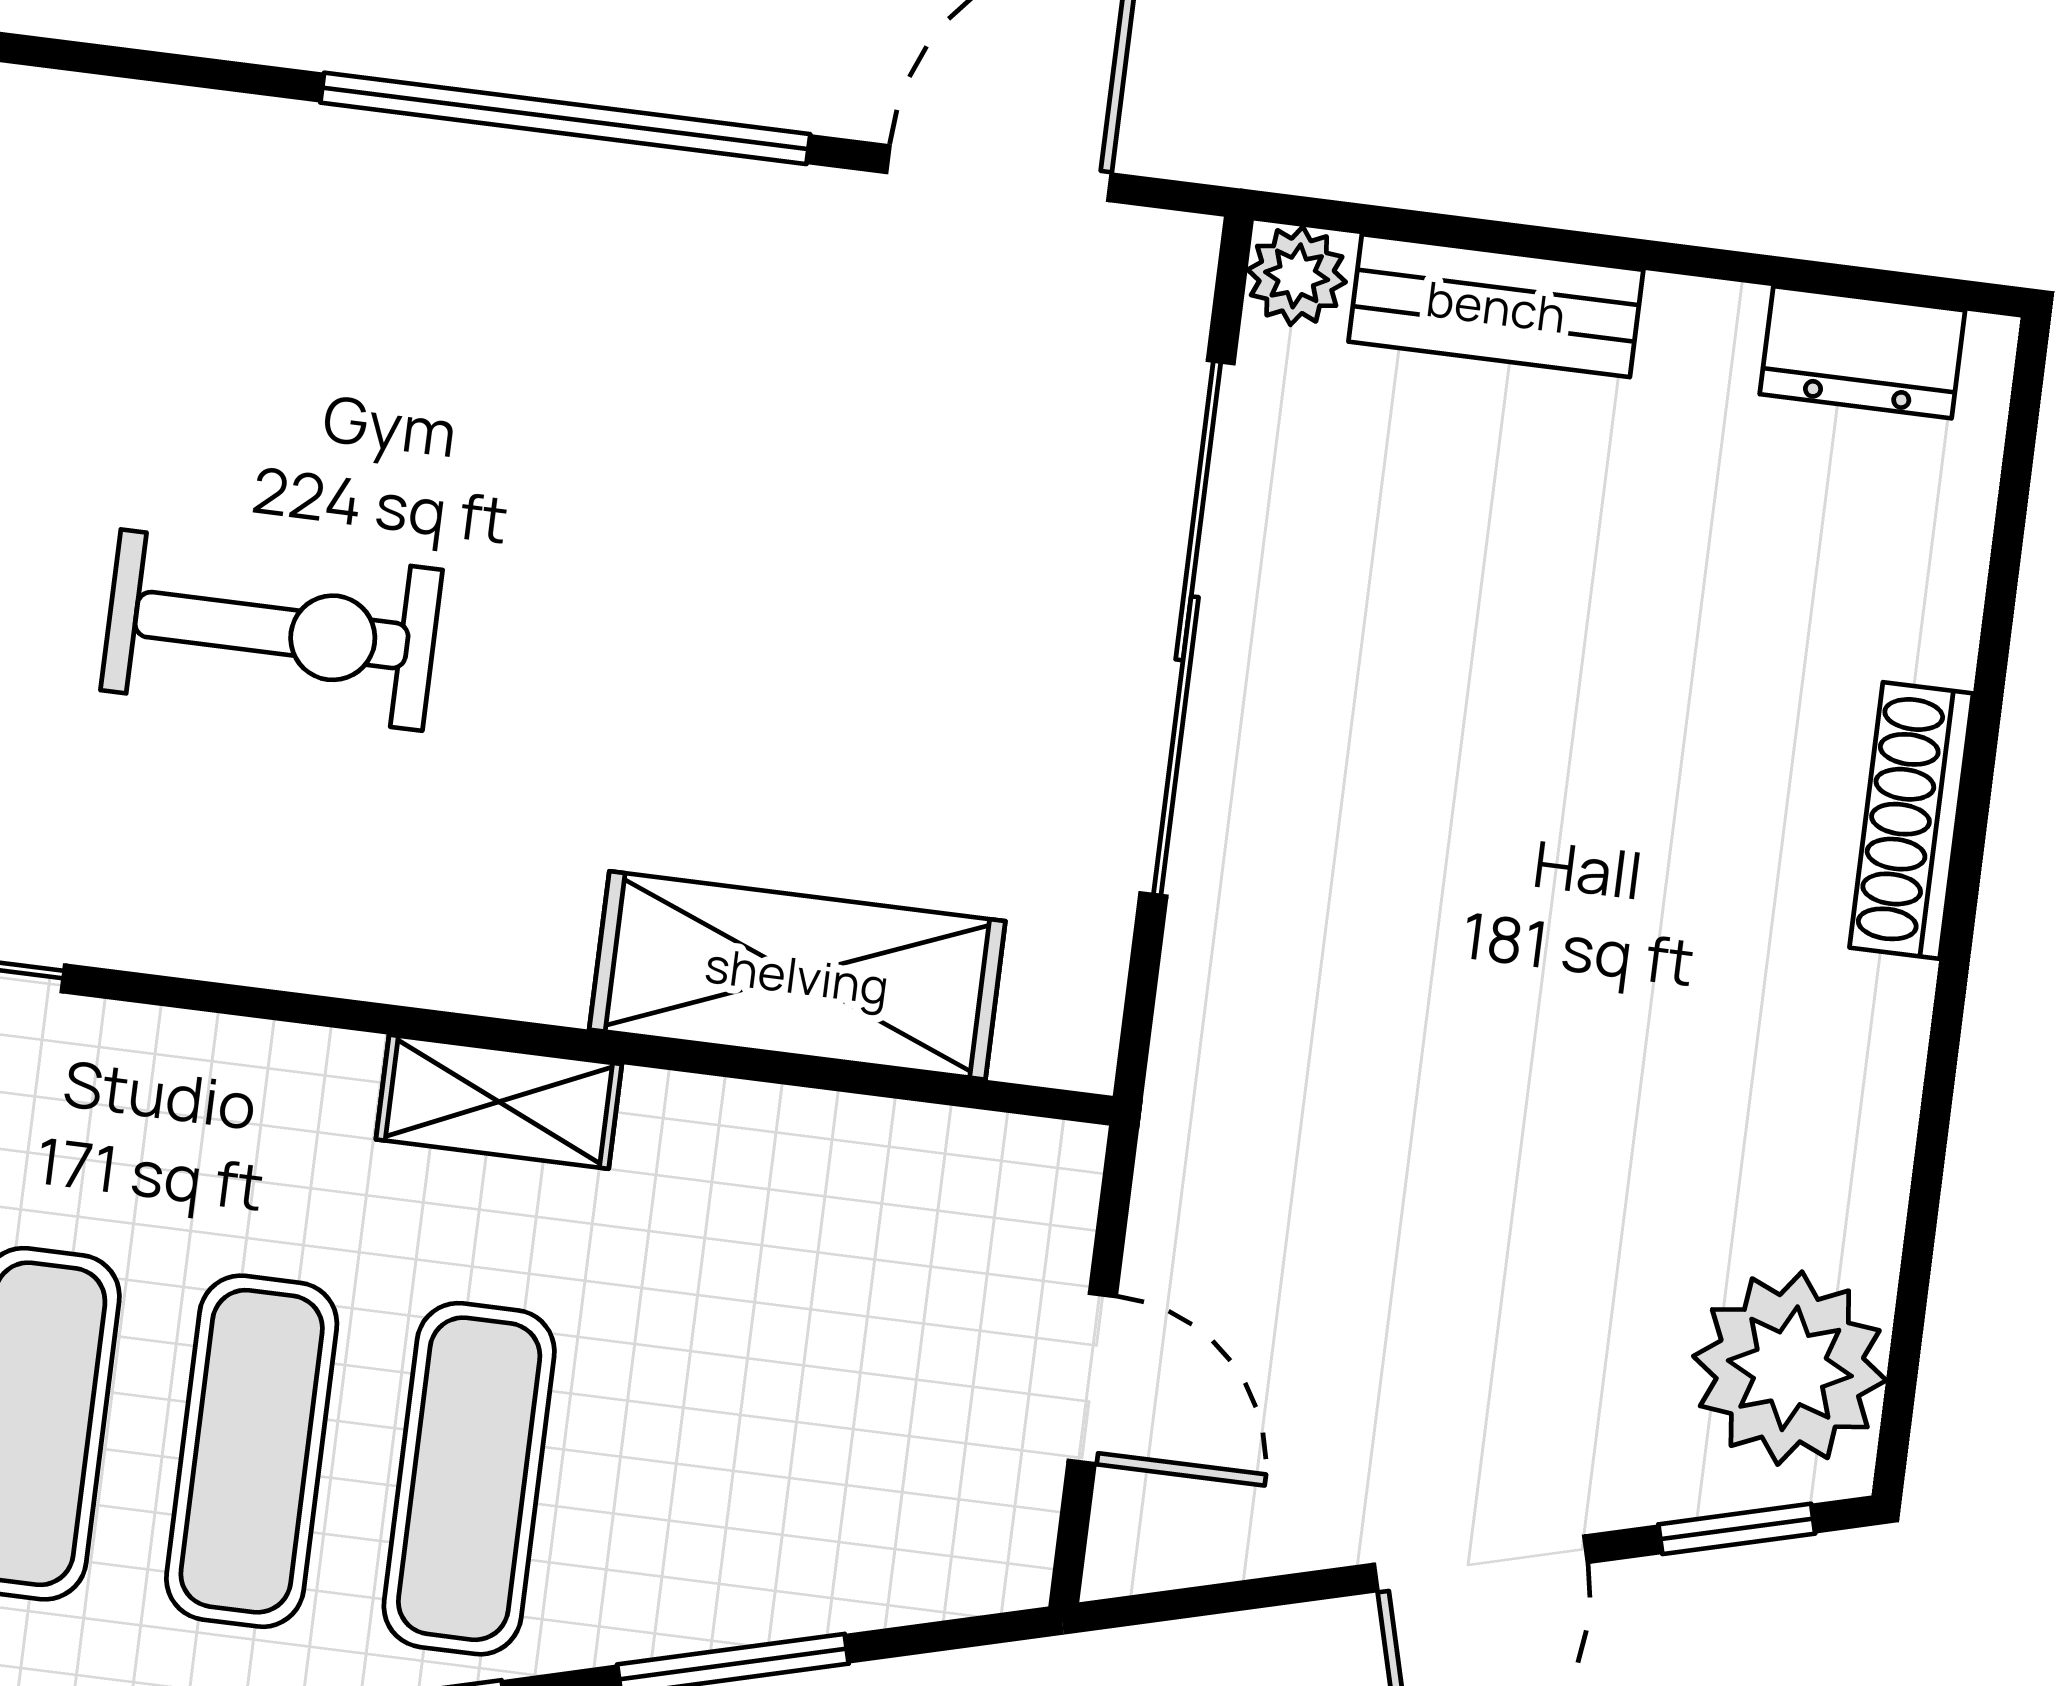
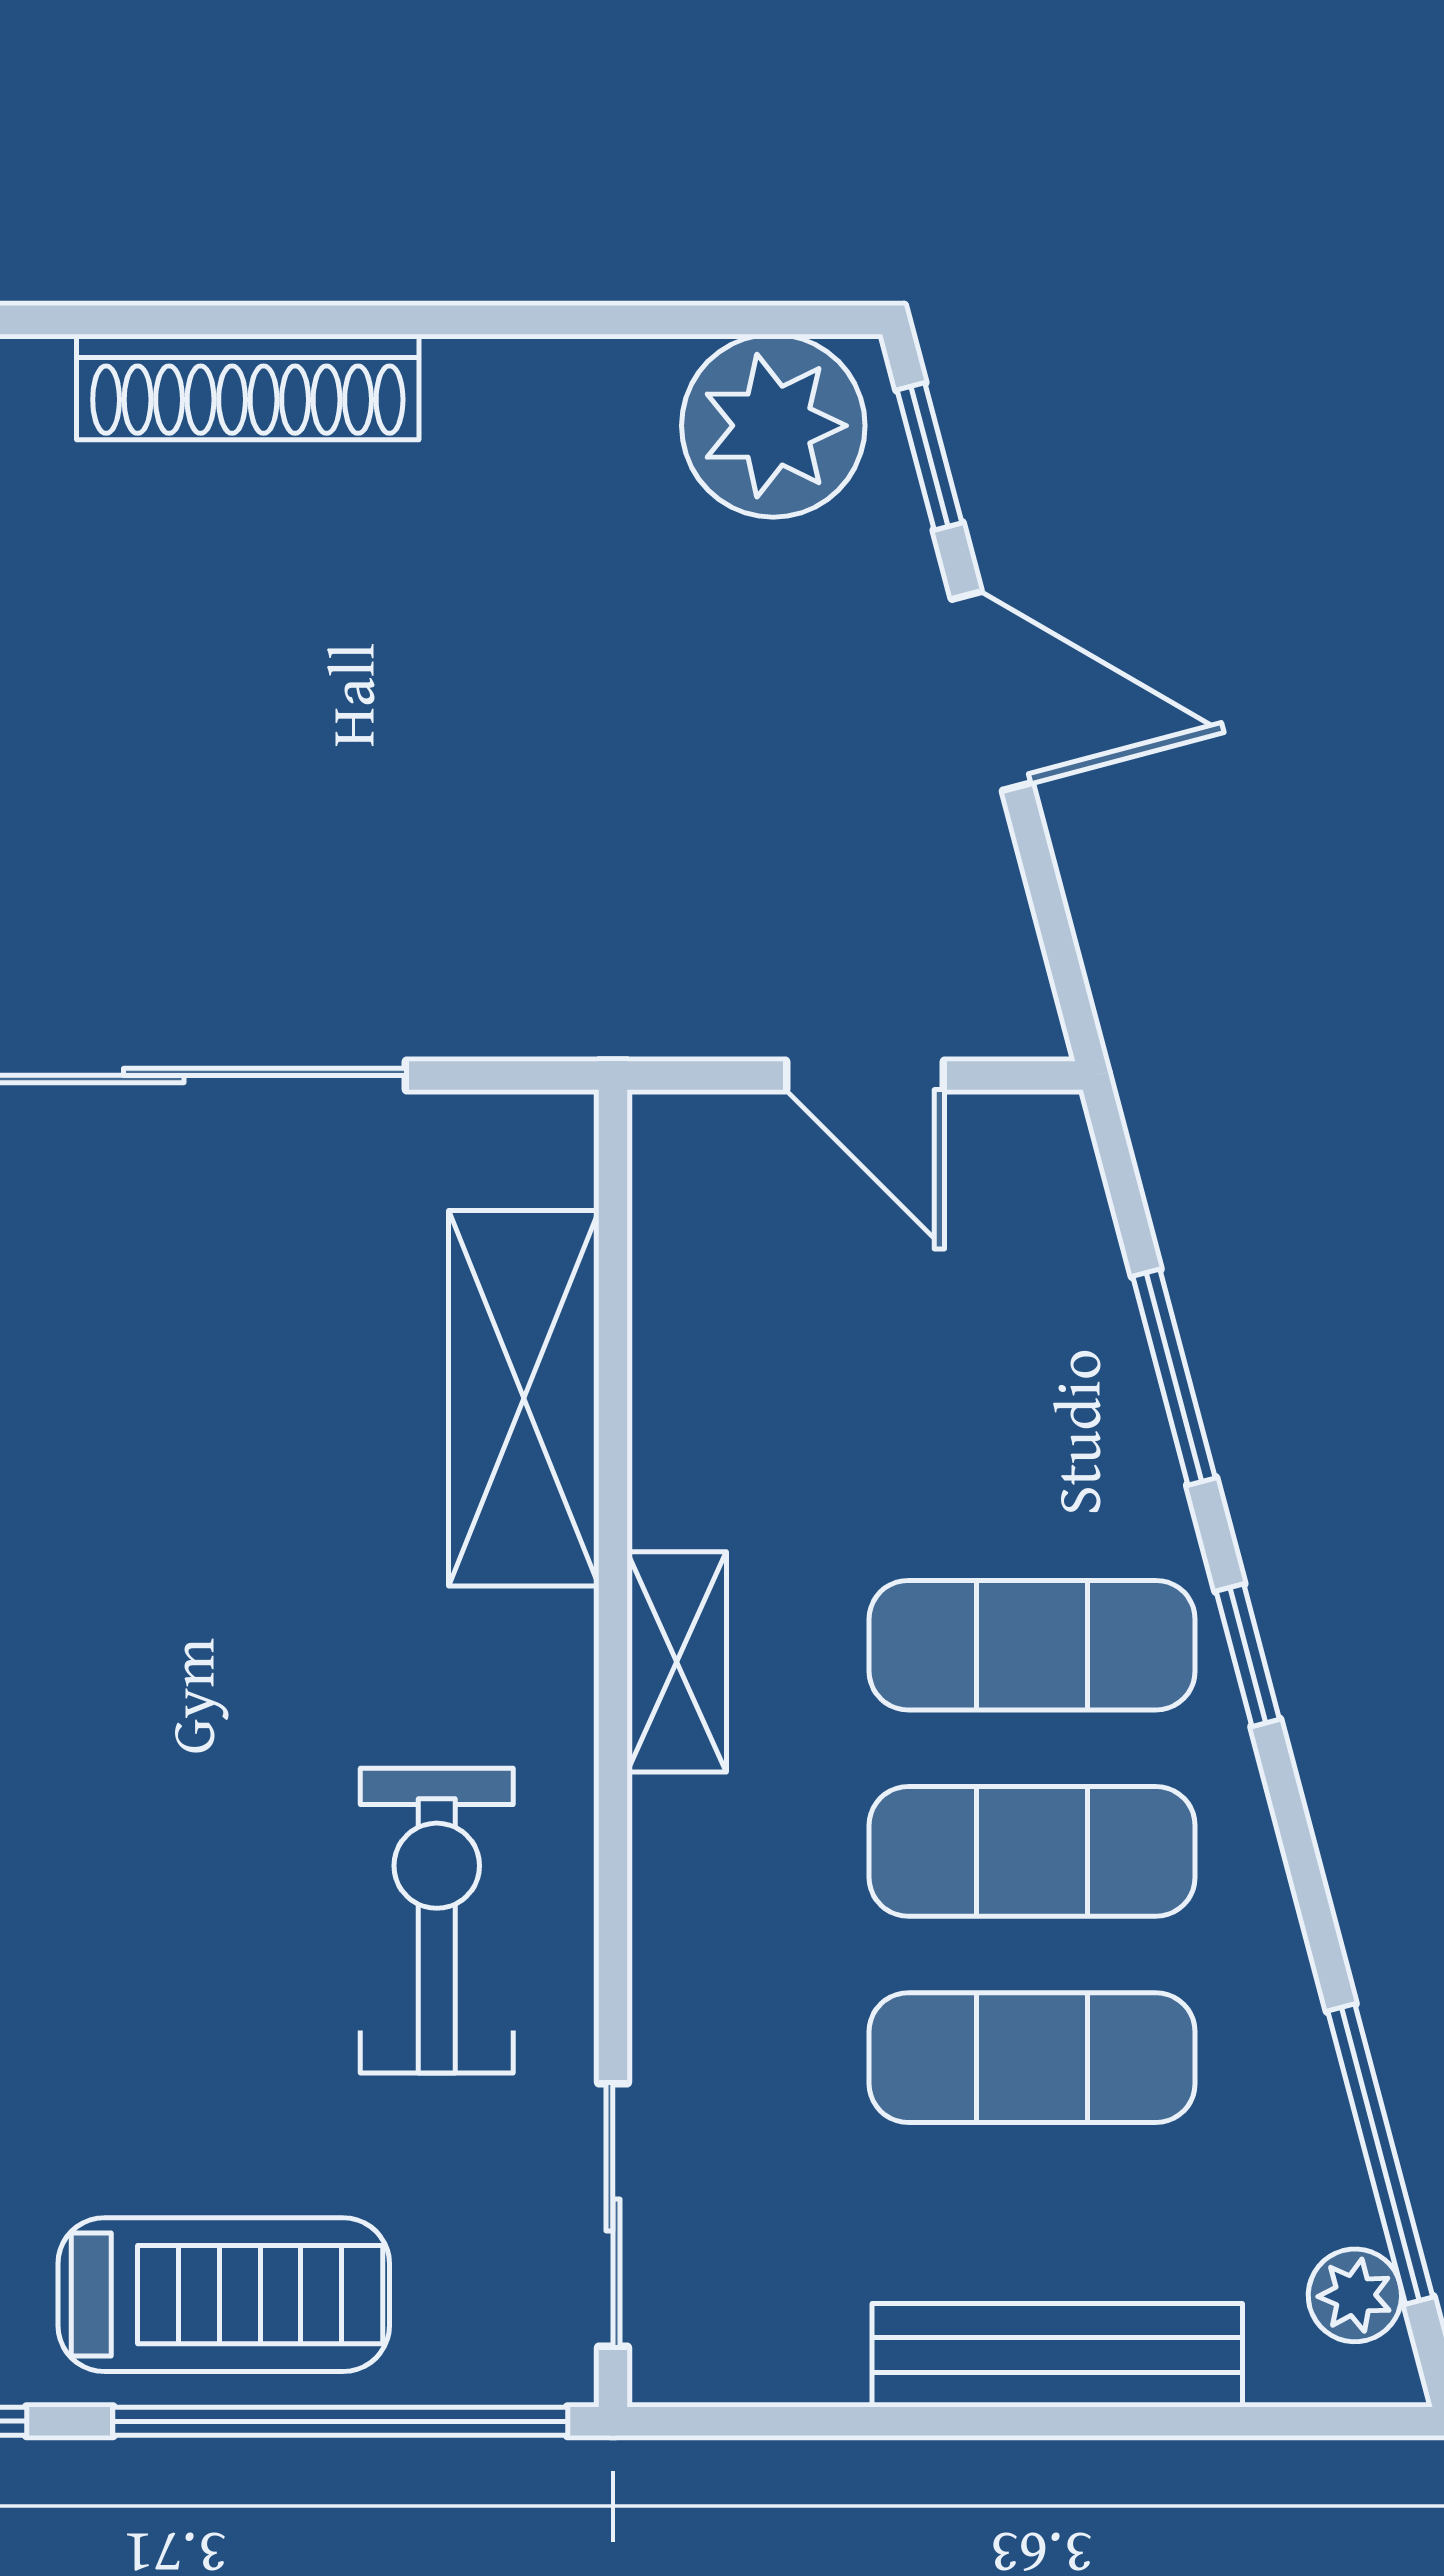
exercise bike: (272, 630) -> (437, 1921), moved
shoe rack: (1911, 821) -> (248, 387), width x1.36, depth x1.24
door: (1092, 1379) -> (865, 1075), swing flipped

